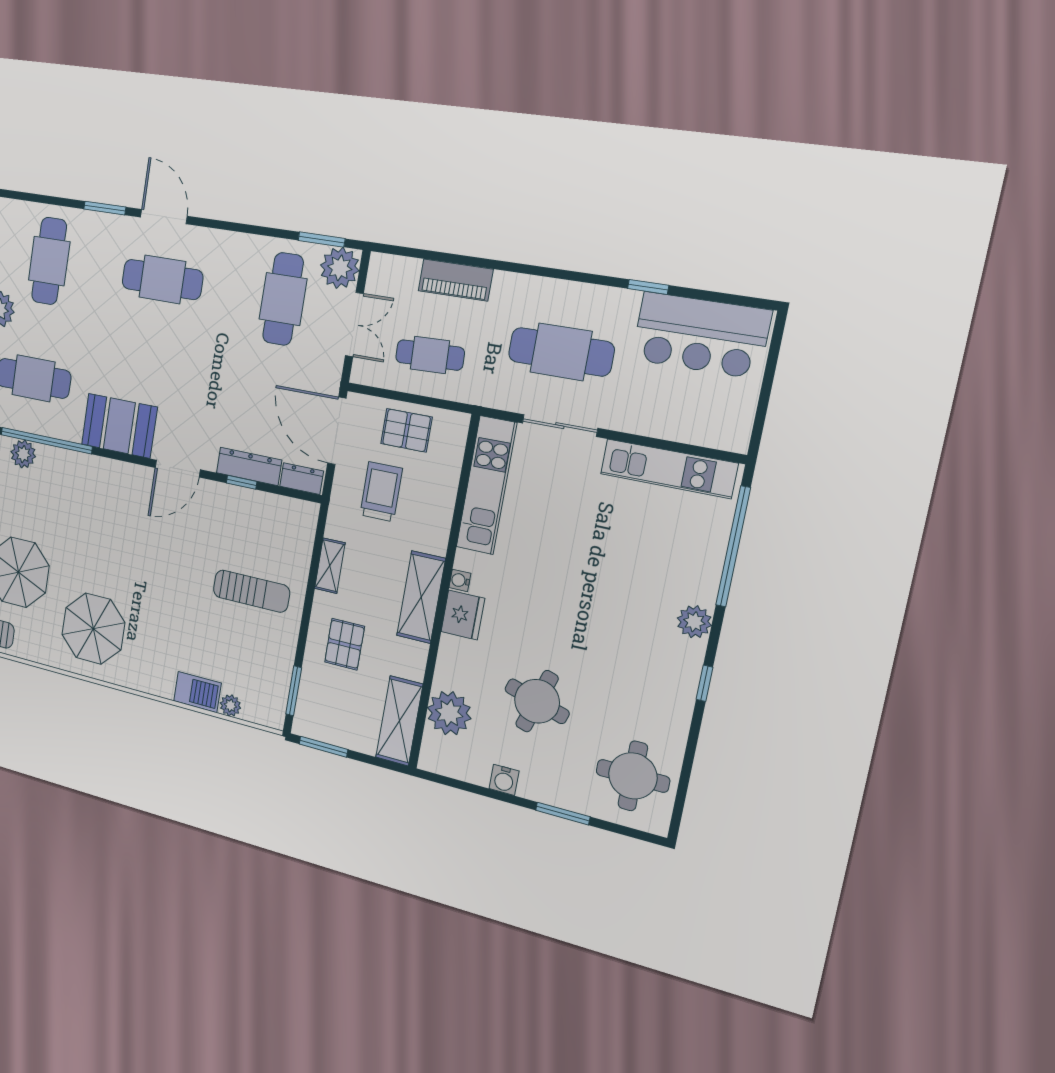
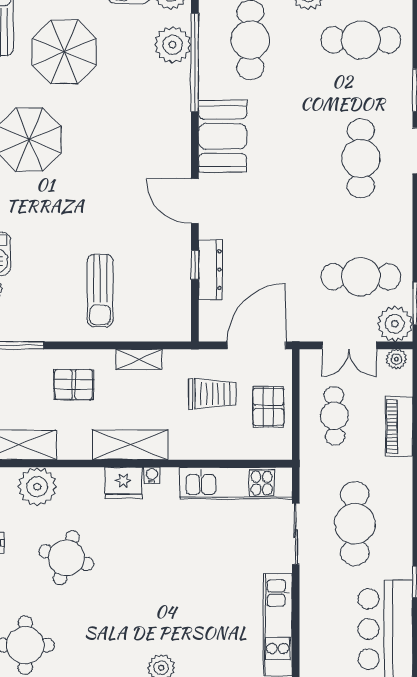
plant: (379, 272) -> (396, 359), added
plant: (23, 454) -> (173, 45), width x1.36, depth x1.36
dresser: (302, 479) -> (209, 320), removed

